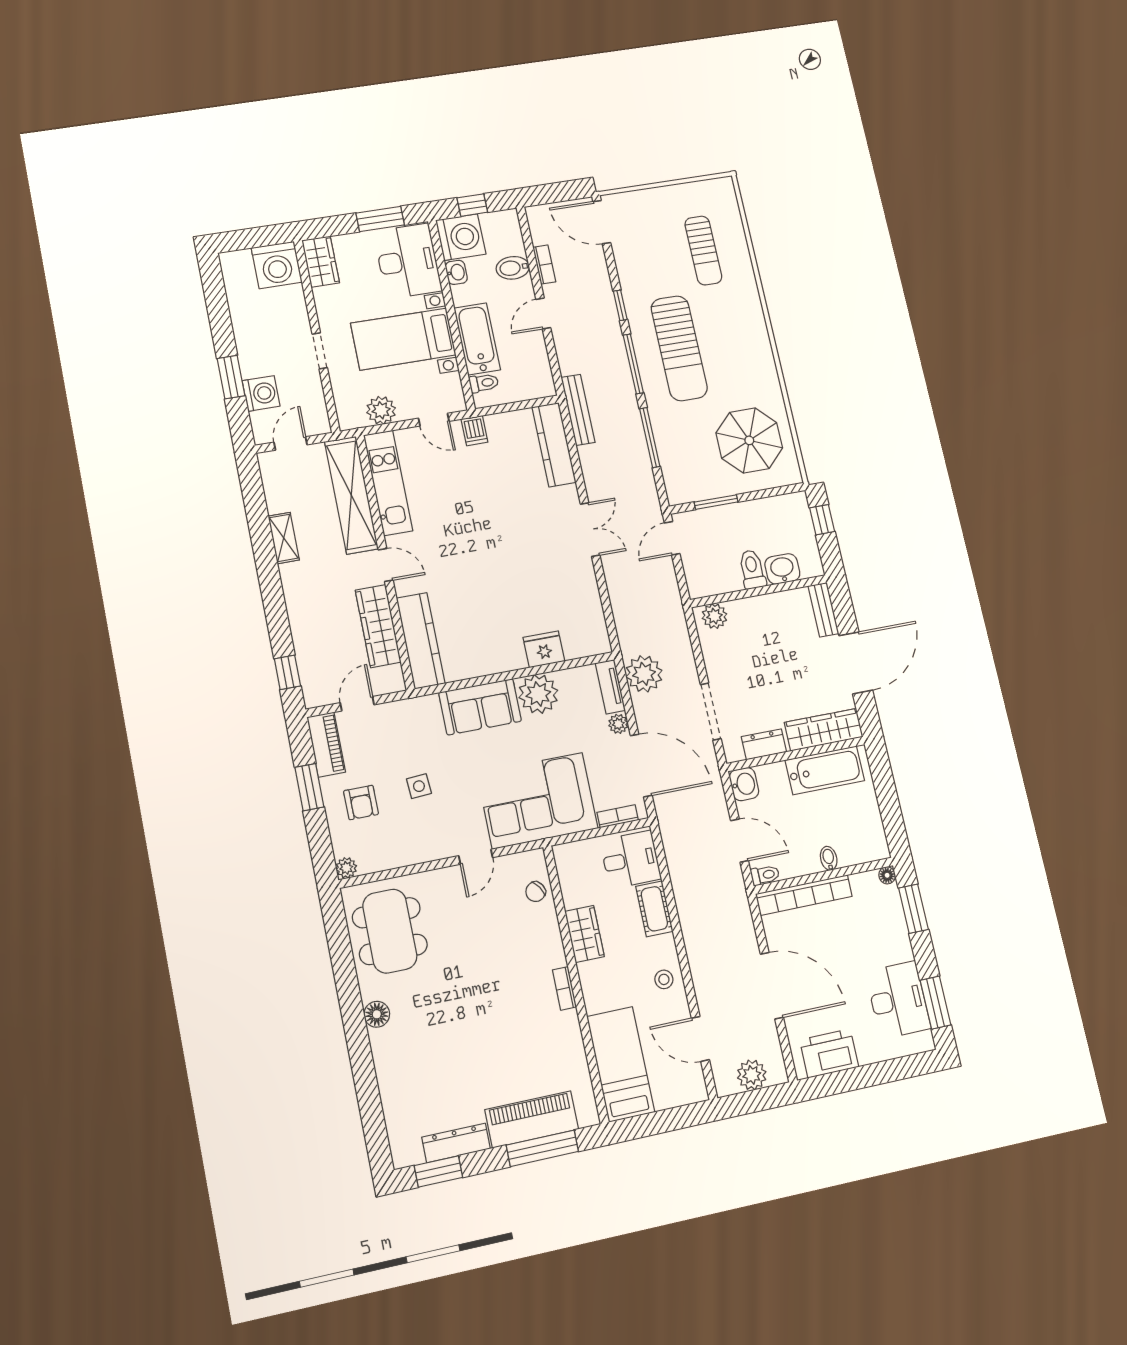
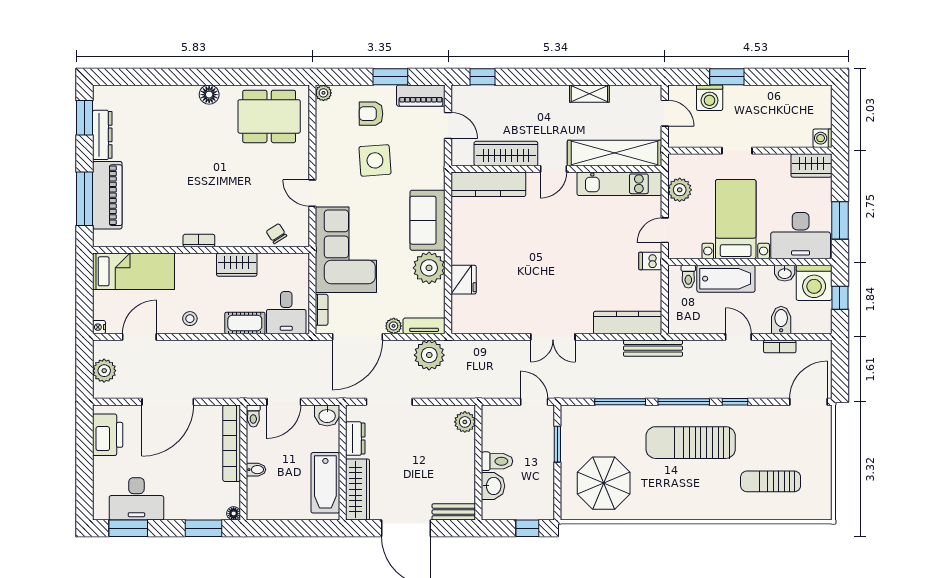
washing machine: (277, 265) -> (822, 138), width x0.53, depth x0.53
side table: (419, 786) -> (375, 160), width x1.87, depth x1.87
nightstand: (699, 1094) -> (99, 327), added

